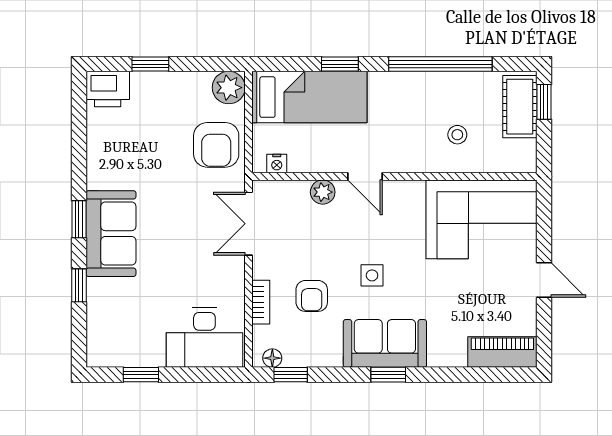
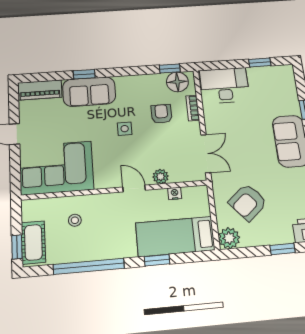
armchair: (216, 145) -> (248, 202), moved, turned -131
nightstand: (277, 164) -> (175, 193), moved
sofa: (385, 343) -> (89, 92), moved
floor lamp: (272, 358) -> (177, 82), width x1.89, depth x1.89
window: (388, 375) -> (84, 74), moved

